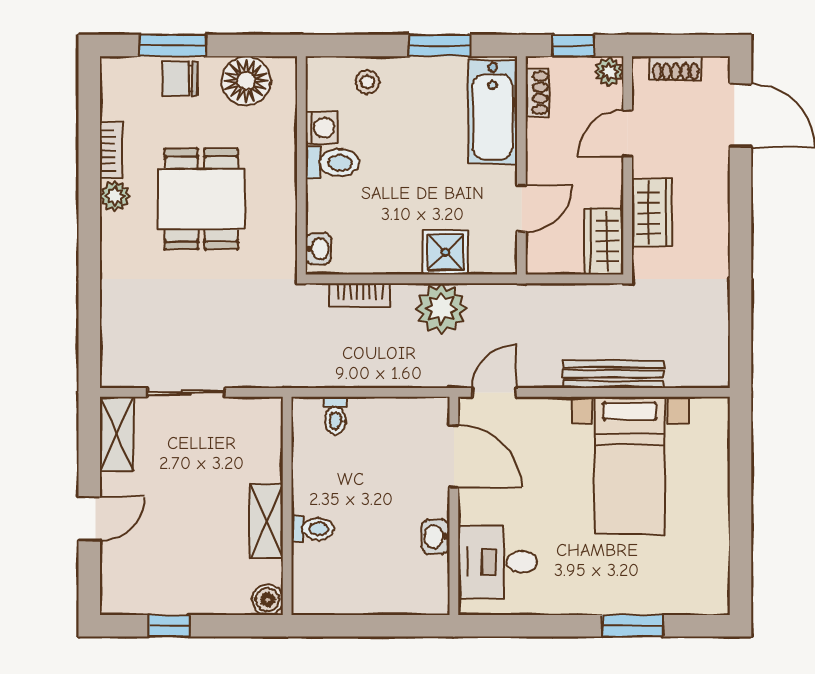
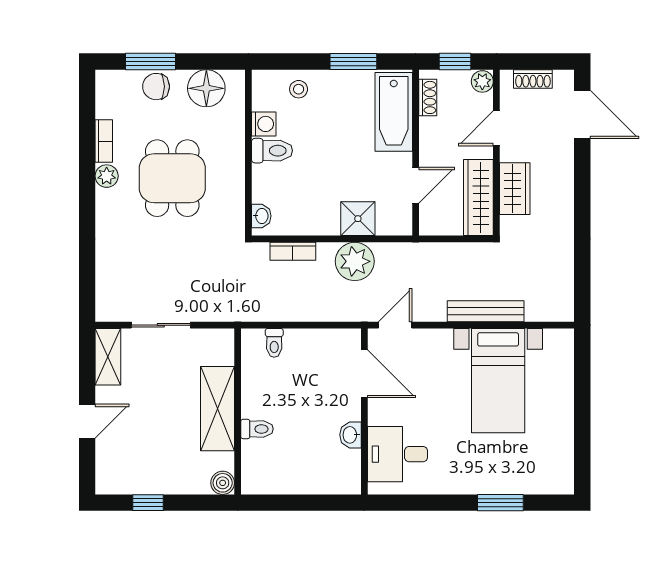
wardrobe: (604, 241) -> (478, 197), width x1.50
shelving: (266, 520) -> (217, 409), width x1.50, depth x1.33

